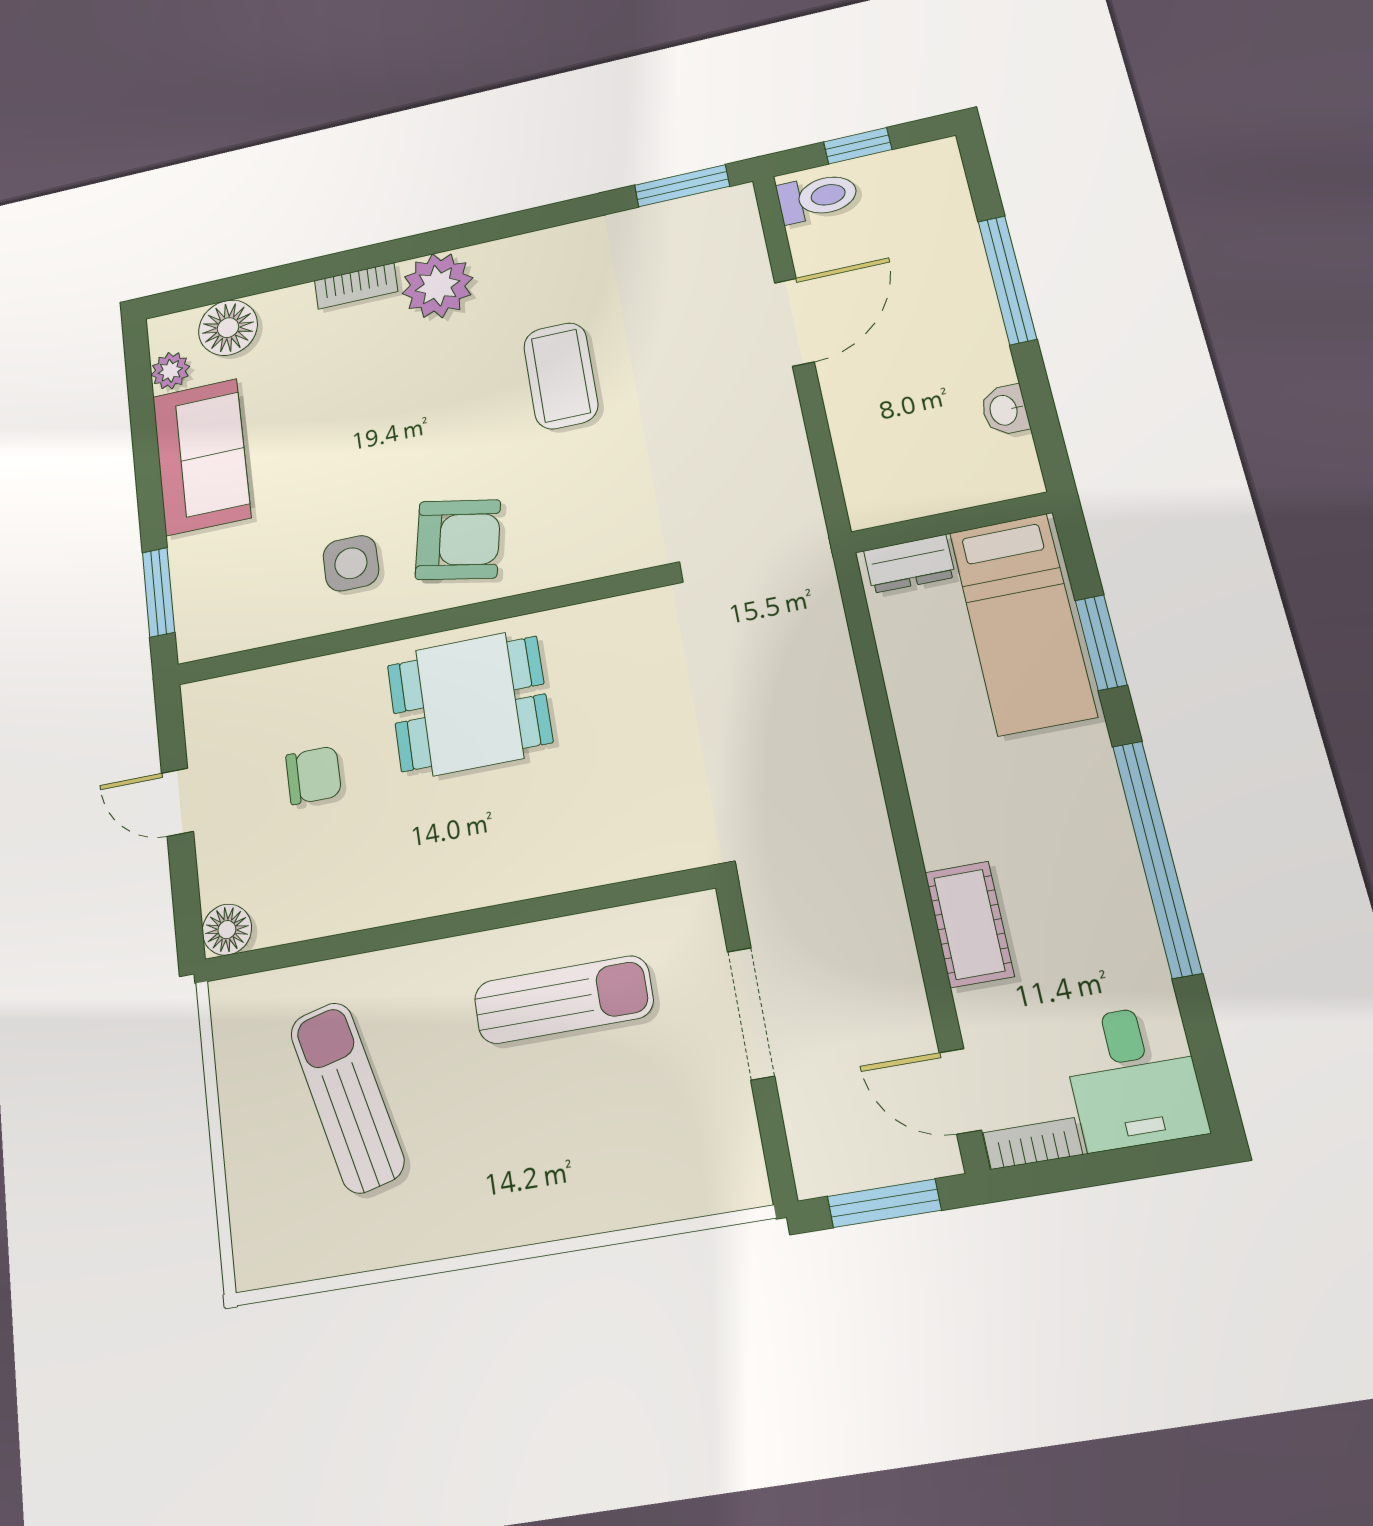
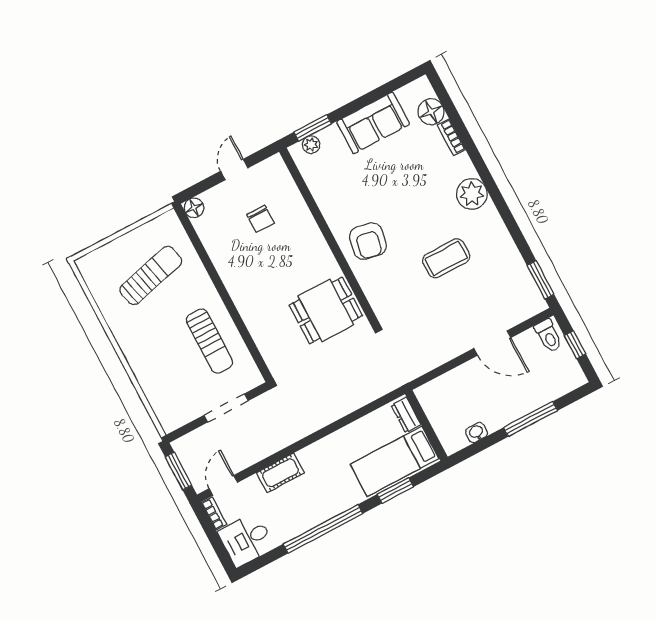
bookcase: (356, 286) -> (451, 137), moved
plant: (170, 371) -> (311, 145), moved
side table: (351, 563) -> (347, 202), removed
dining table: (469, 704) -> (326, 310), moved, turned 90

